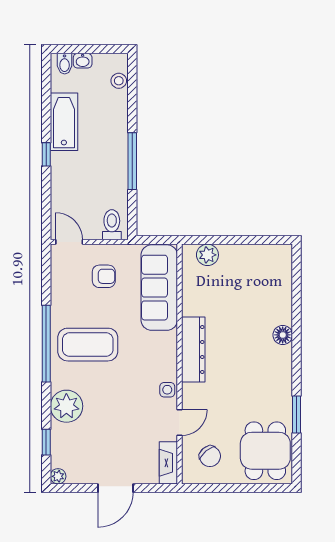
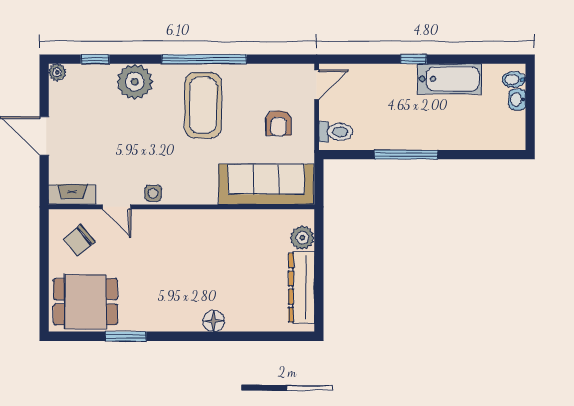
stool: (119, 81) -> (495, 140), removed
dresser: (193, 350) -> (301, 288), moved, turned 90

